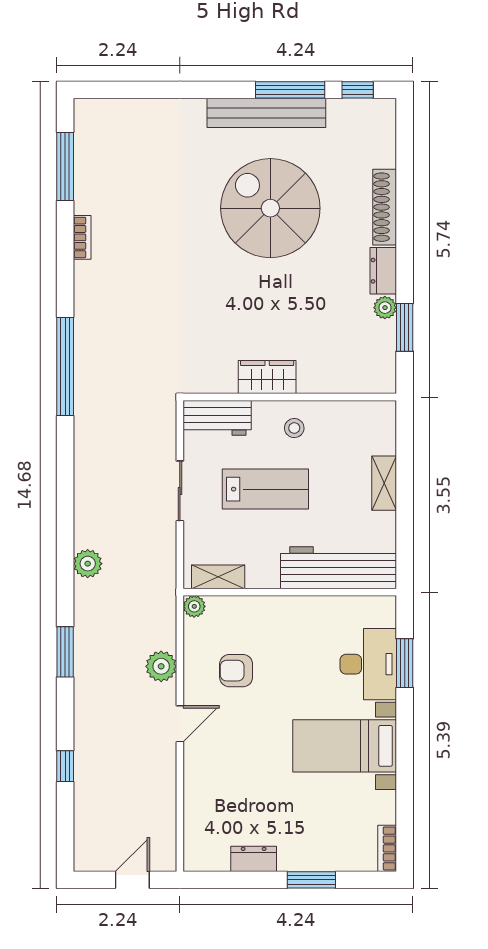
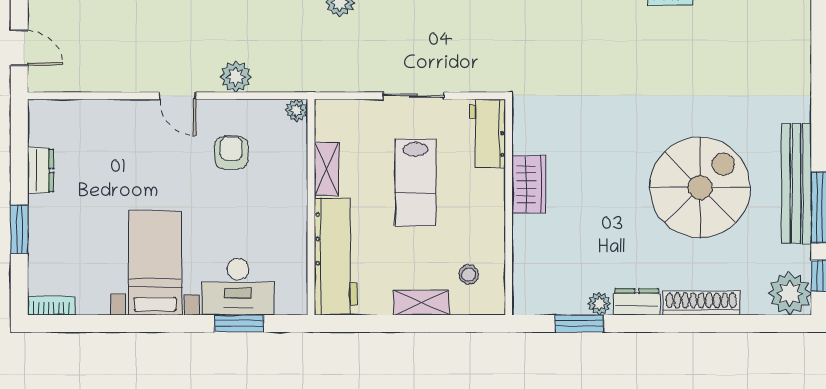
plant: (375, 120) -> (790, 293), added
stool: (294, 428) -> (469, 275), moved
shelving: (218, 577) -> (326, 169), moved

